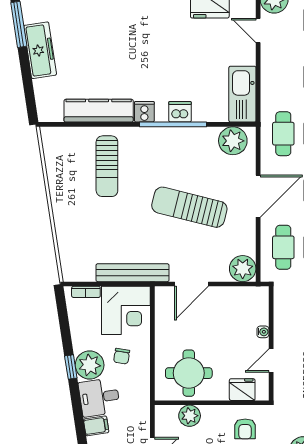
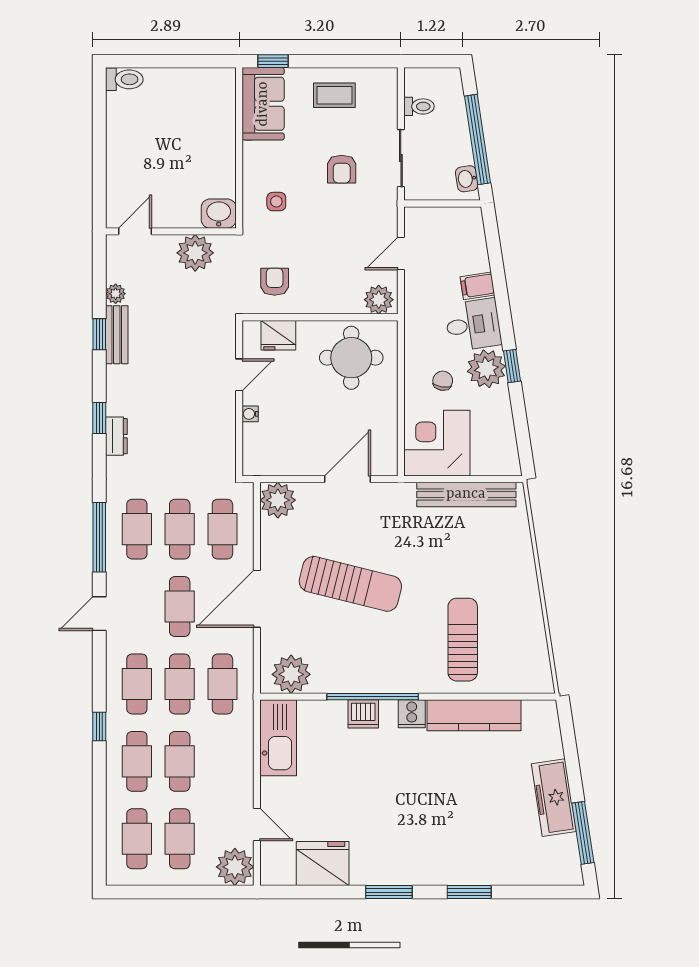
bench: (132, 273) -> (466, 494), moved
bookcase: (86, 292) -> (491, 468), removed
plant: (190, 416) -> (379, 300), moved

